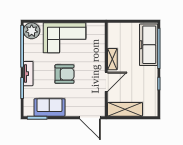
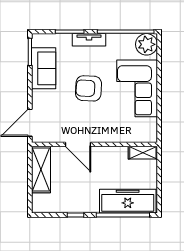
shelving: (112, 59) -> (143, 153), moved
armchair: (64, 74) -> (88, 88), turned 93

